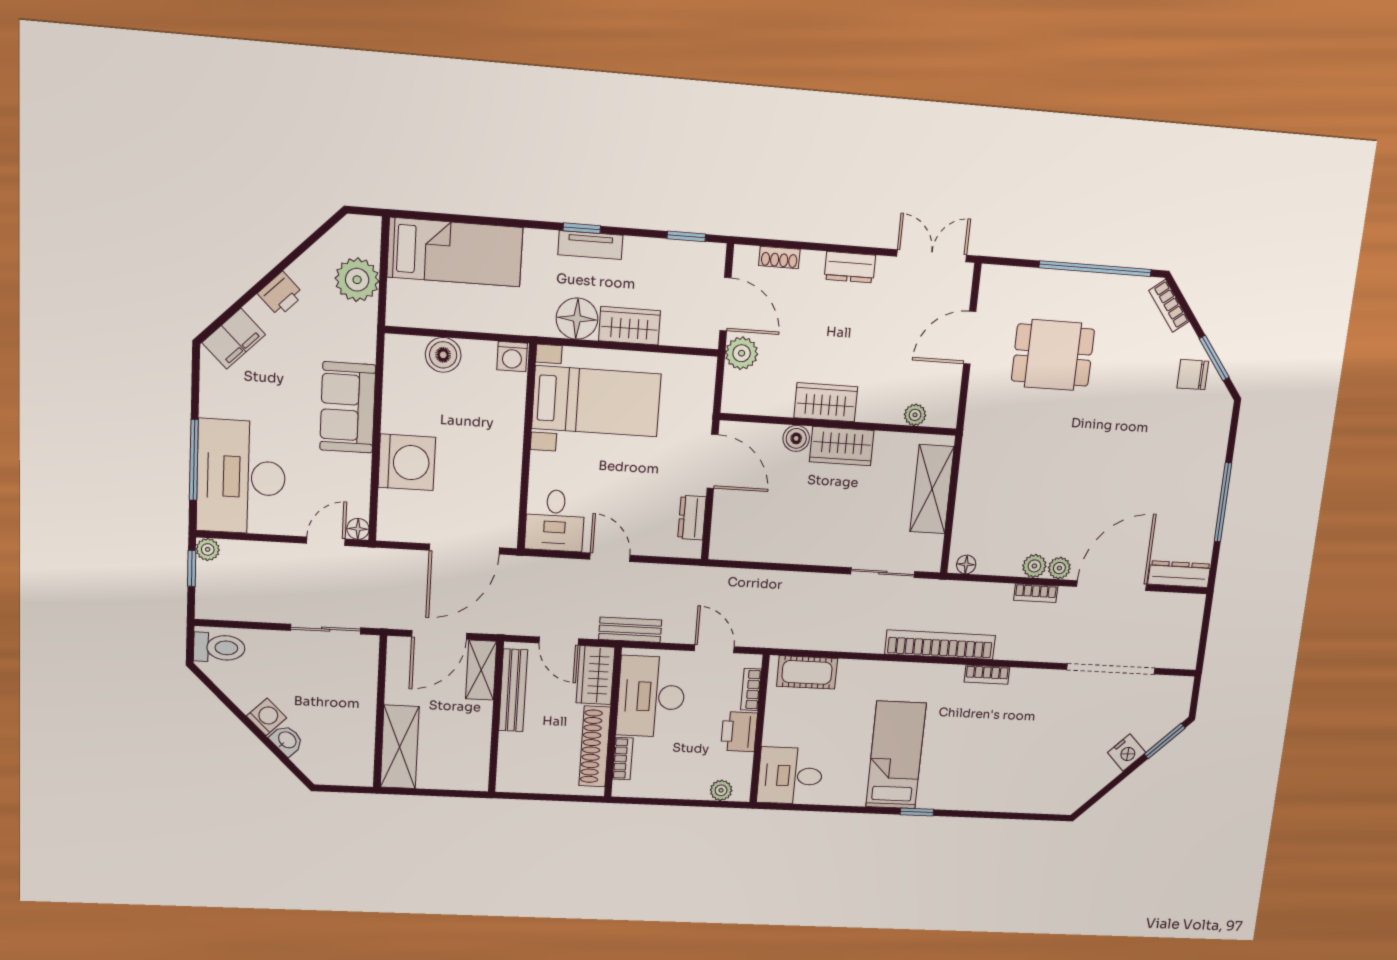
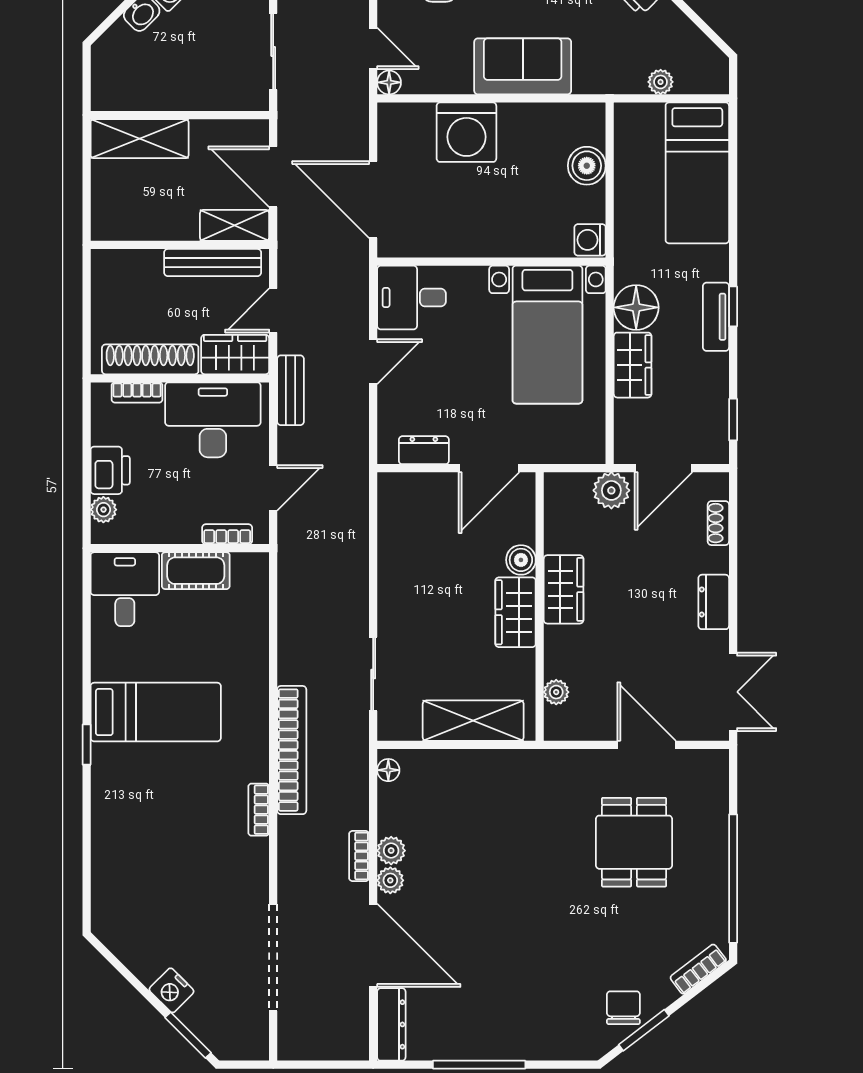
plant: (357, 280) -> (661, 82), width x0.53, depth x0.53
cot: (807, 672) -> (196, 571), moved, turned 90
printer: (739, 732) -> (110, 470), moved, turned 90

